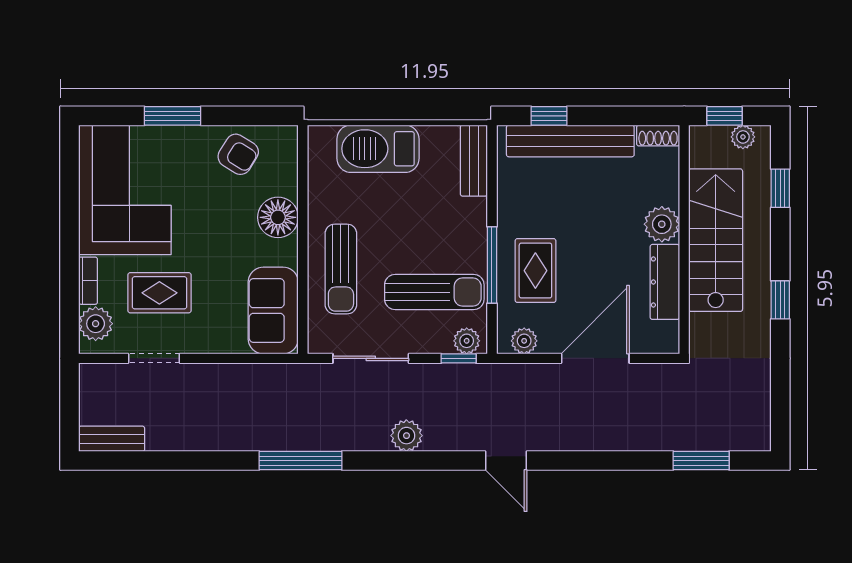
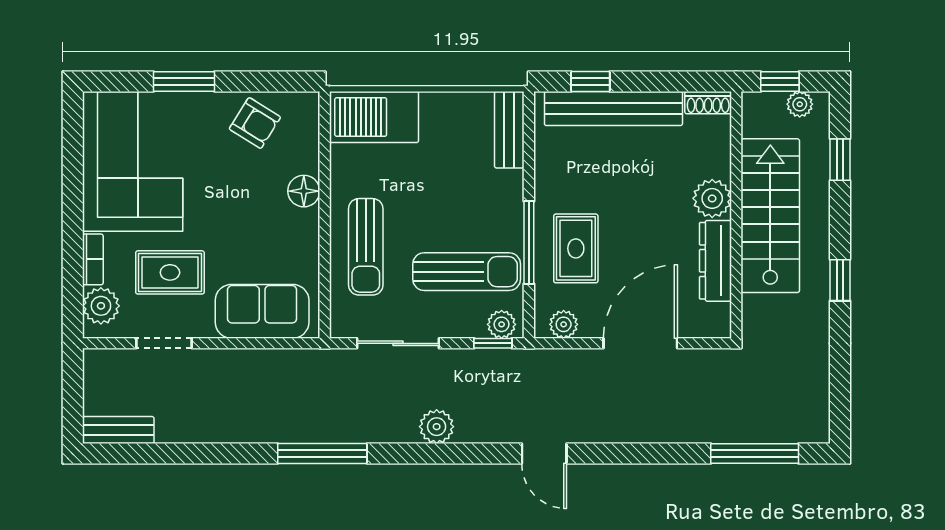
barbecue: (378, 149) -> (374, 117), moved
floor lamp: (278, 217) -> (304, 191), width x0.73, depth x0.73
sofa: (273, 311) -> (262, 311), moved, turned 90
window: (701, 461) -> (755, 454), width x1.44

